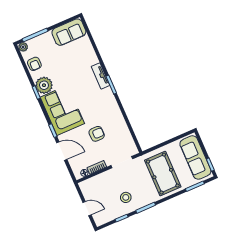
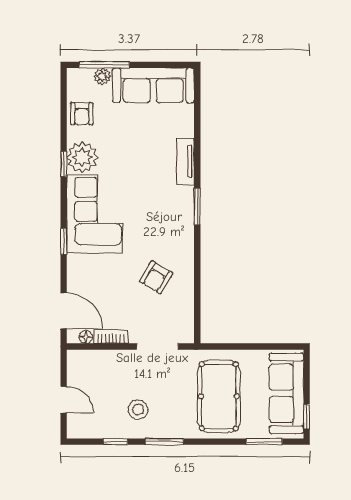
sofa: (69, 32) -> (153, 85), width x1.36
plant: (23, 47) -> (102, 76), moved
tv unit: (100, 76) -> (185, 162), moved
armchair: (97, 134) -> (156, 277), moved, turned 121
door: (62, 151) -> (64, 311), moved

